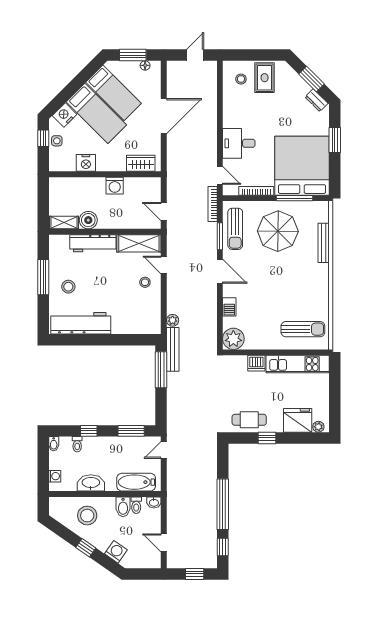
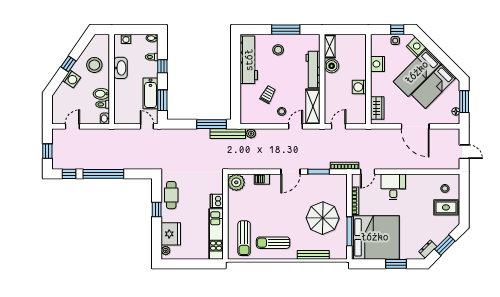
sun lounger: (235, 229) -> (273, 243), moved
trolley: (124, 299) -> (268, 94), added
bathtub: (136, 482) -> (151, 93), moved, turned 180
washing machine: (116, 552) -> (72, 79), moved

